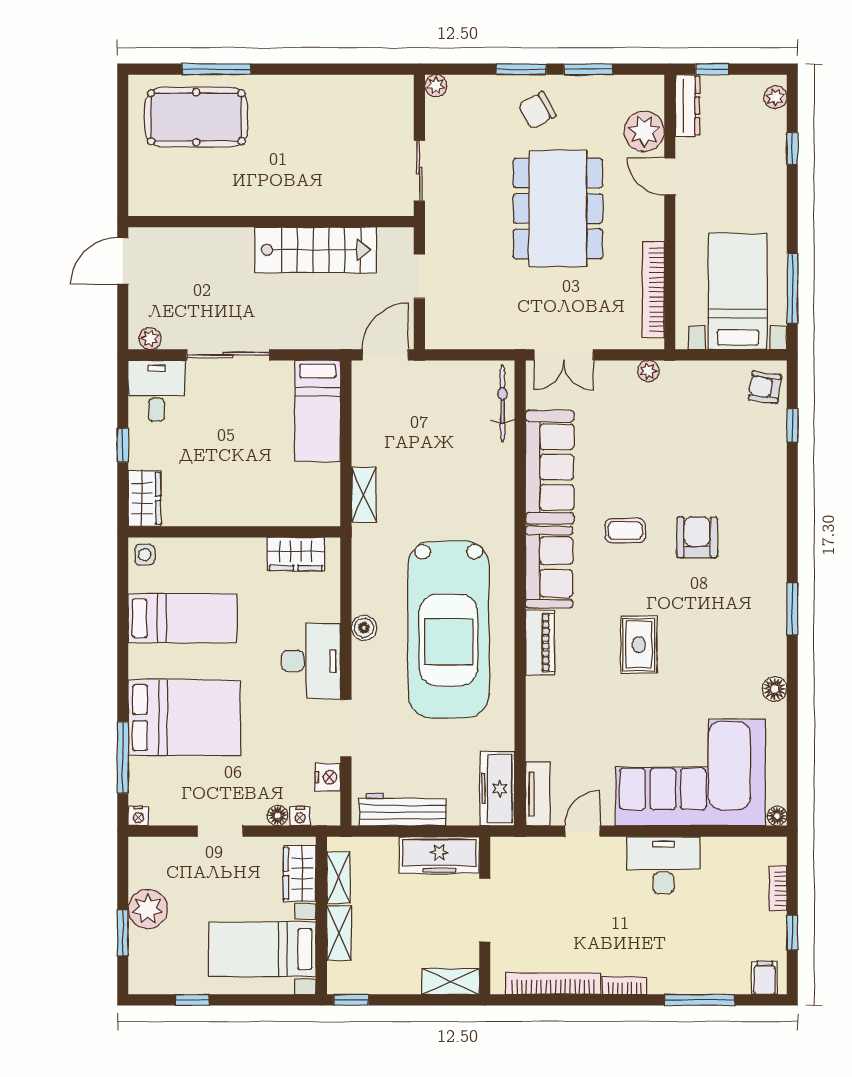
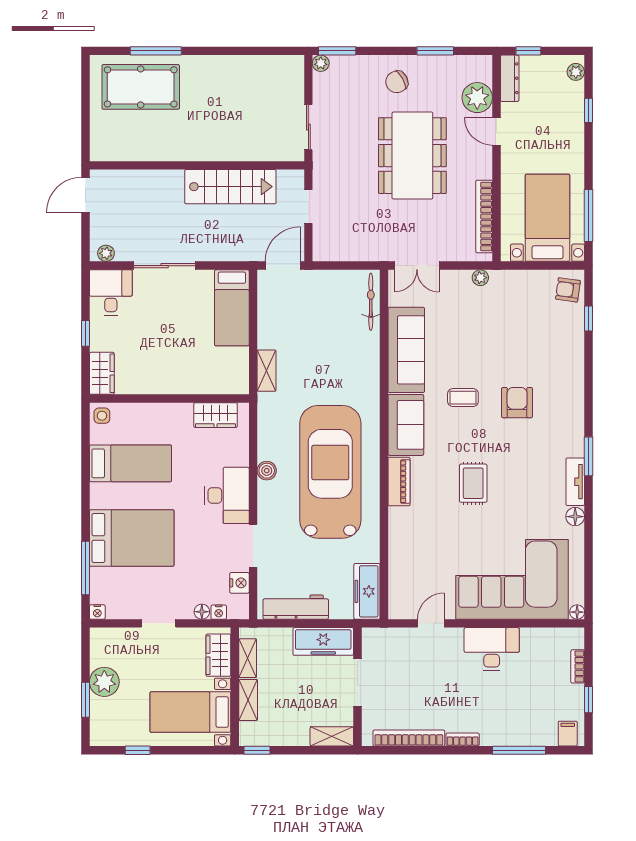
window: (521, 69) -> (337, 51), moved
car: (449, 629) -> (330, 472), turned 180
tv unit: (538, 794) -> (575, 482), moved, turned 180

